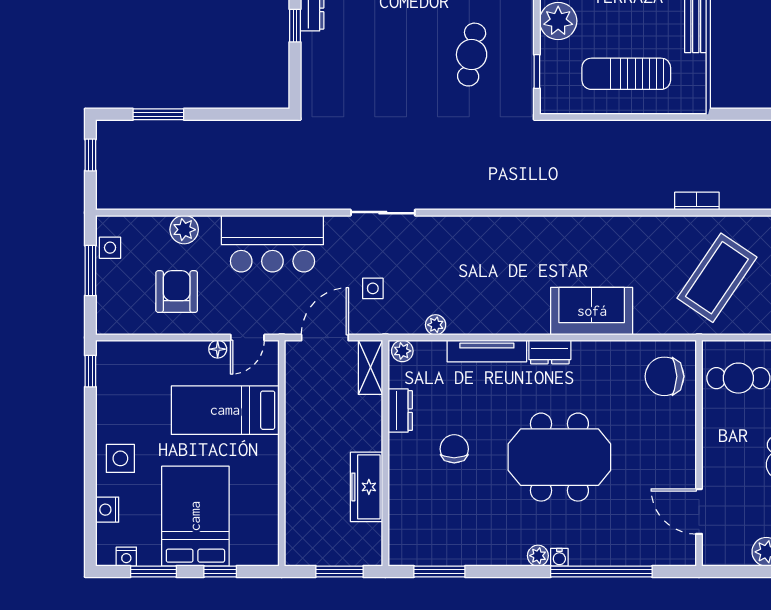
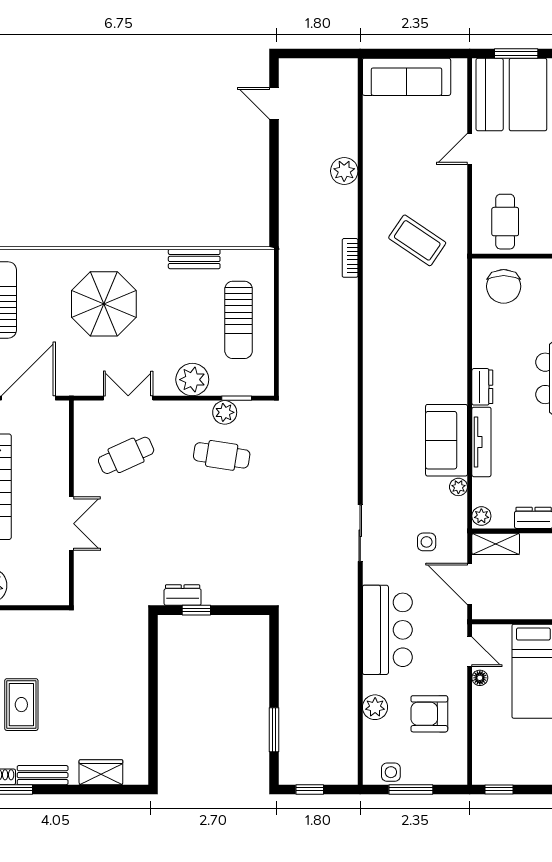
plant: (521, 58) -> (225, 412), added
coffee table: (717, 278) -> (417, 240), width x0.73, depth x0.76
sofa: (592, 311) -> (447, 440), moved

